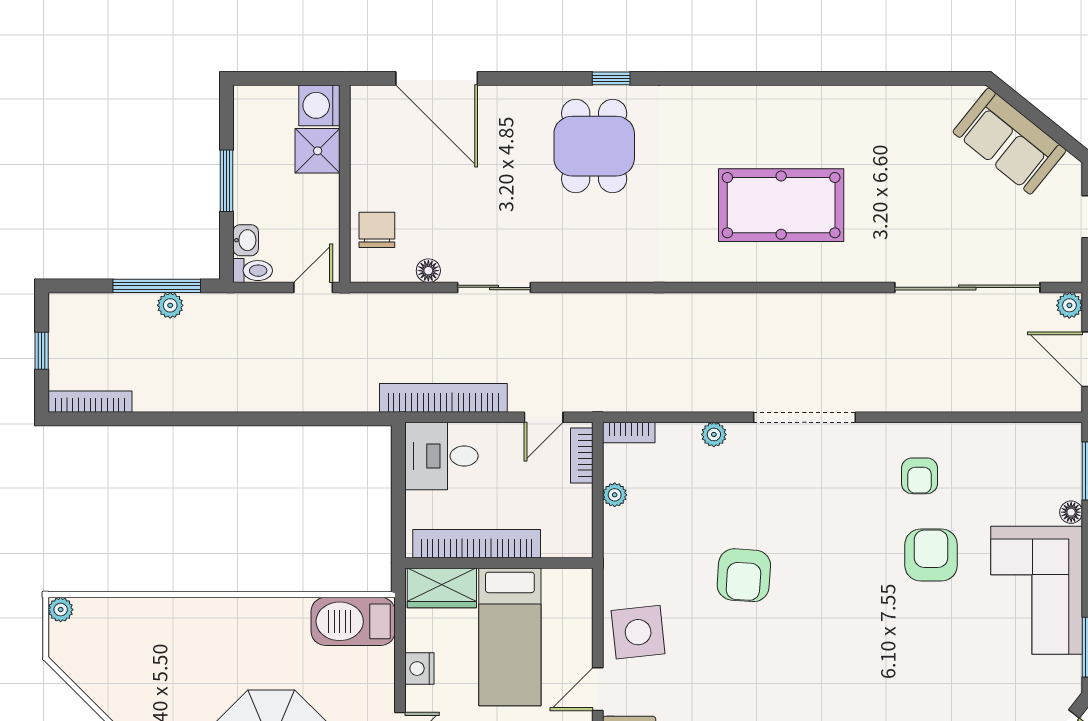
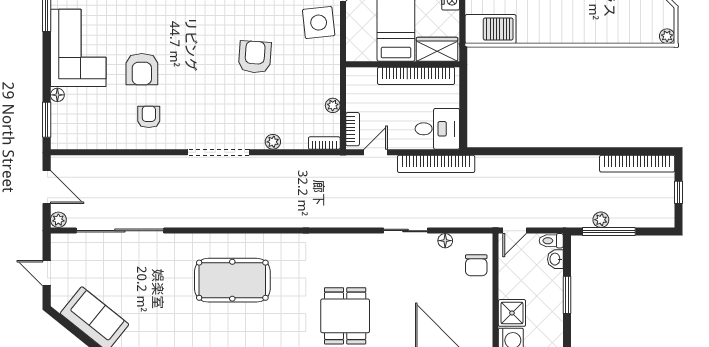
bookcase: (90, 402) -> (637, 164), width x1.48, depth x1.31

